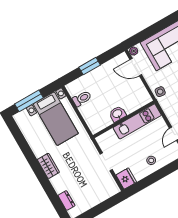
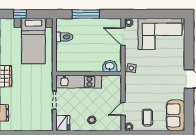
window: (90, 66) -> (86, 14), width x1.44
window: (29, 101) -> (20, 14), width x0.46
washbasin: (117, 114) -> (110, 66), moved
kitchen unit: (137, 121) -> (79, 82), moved

